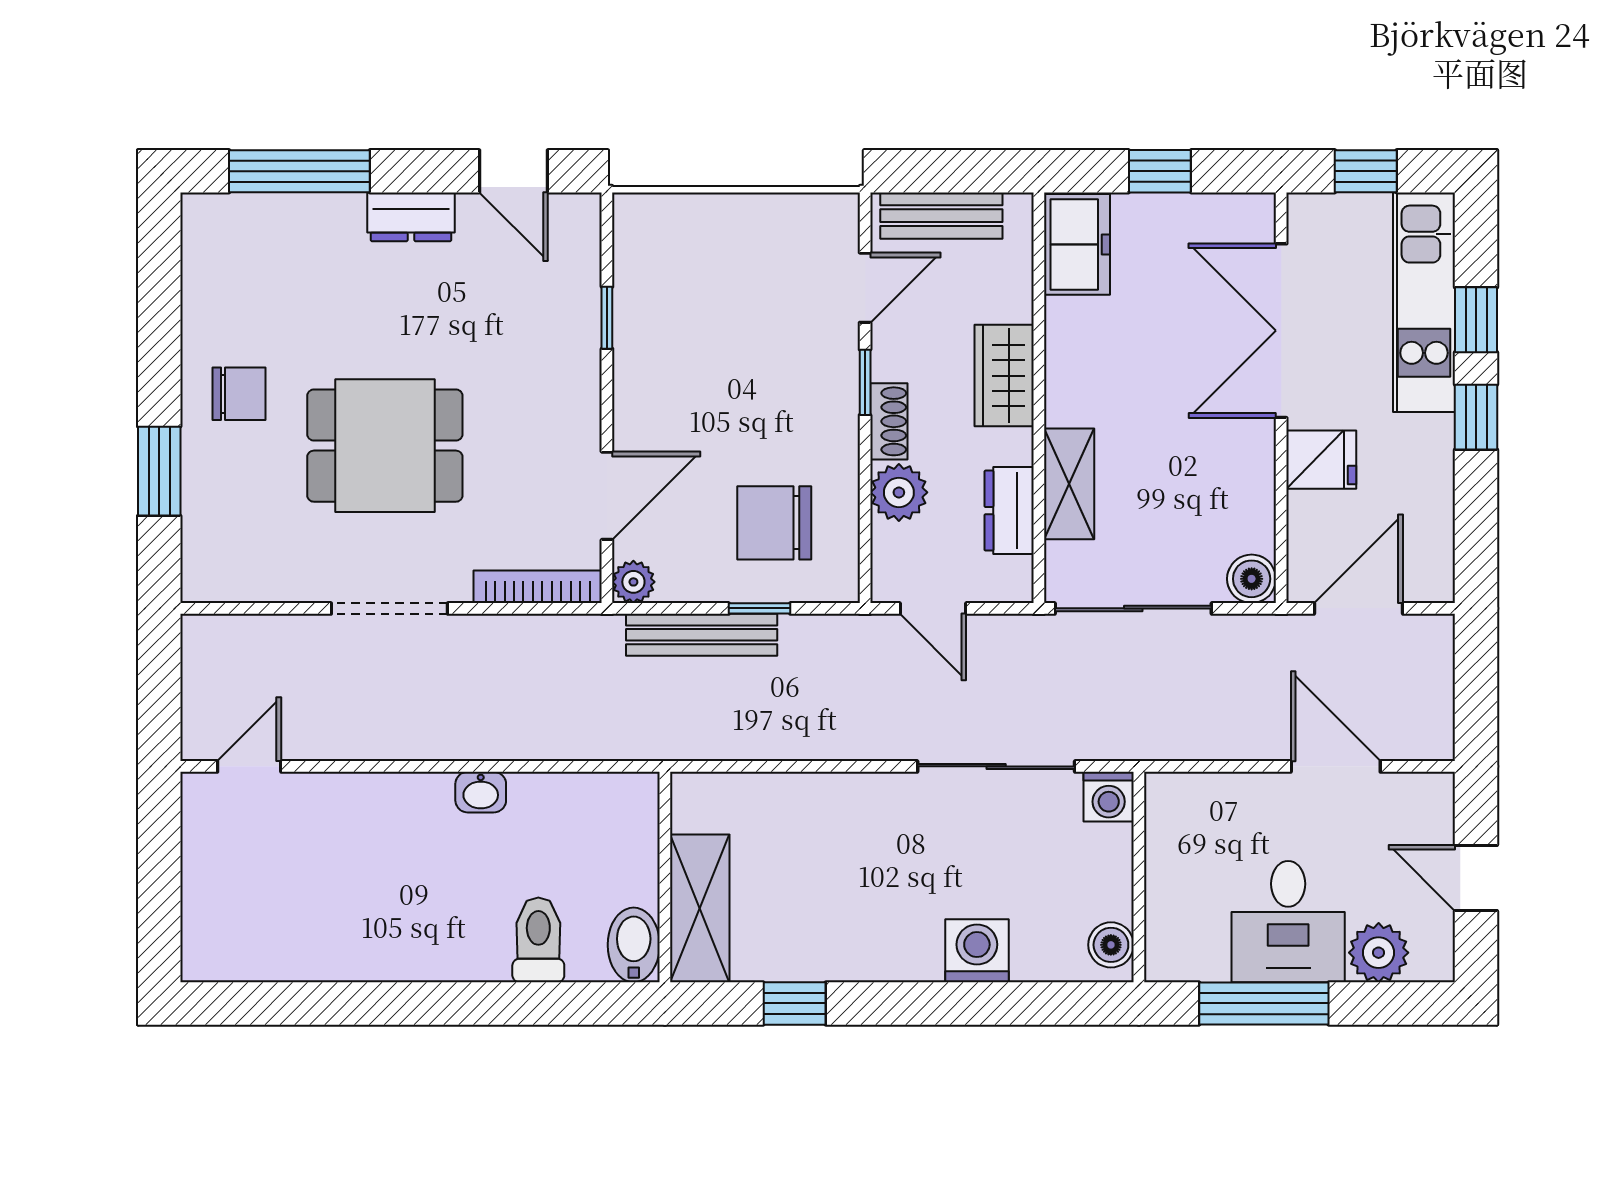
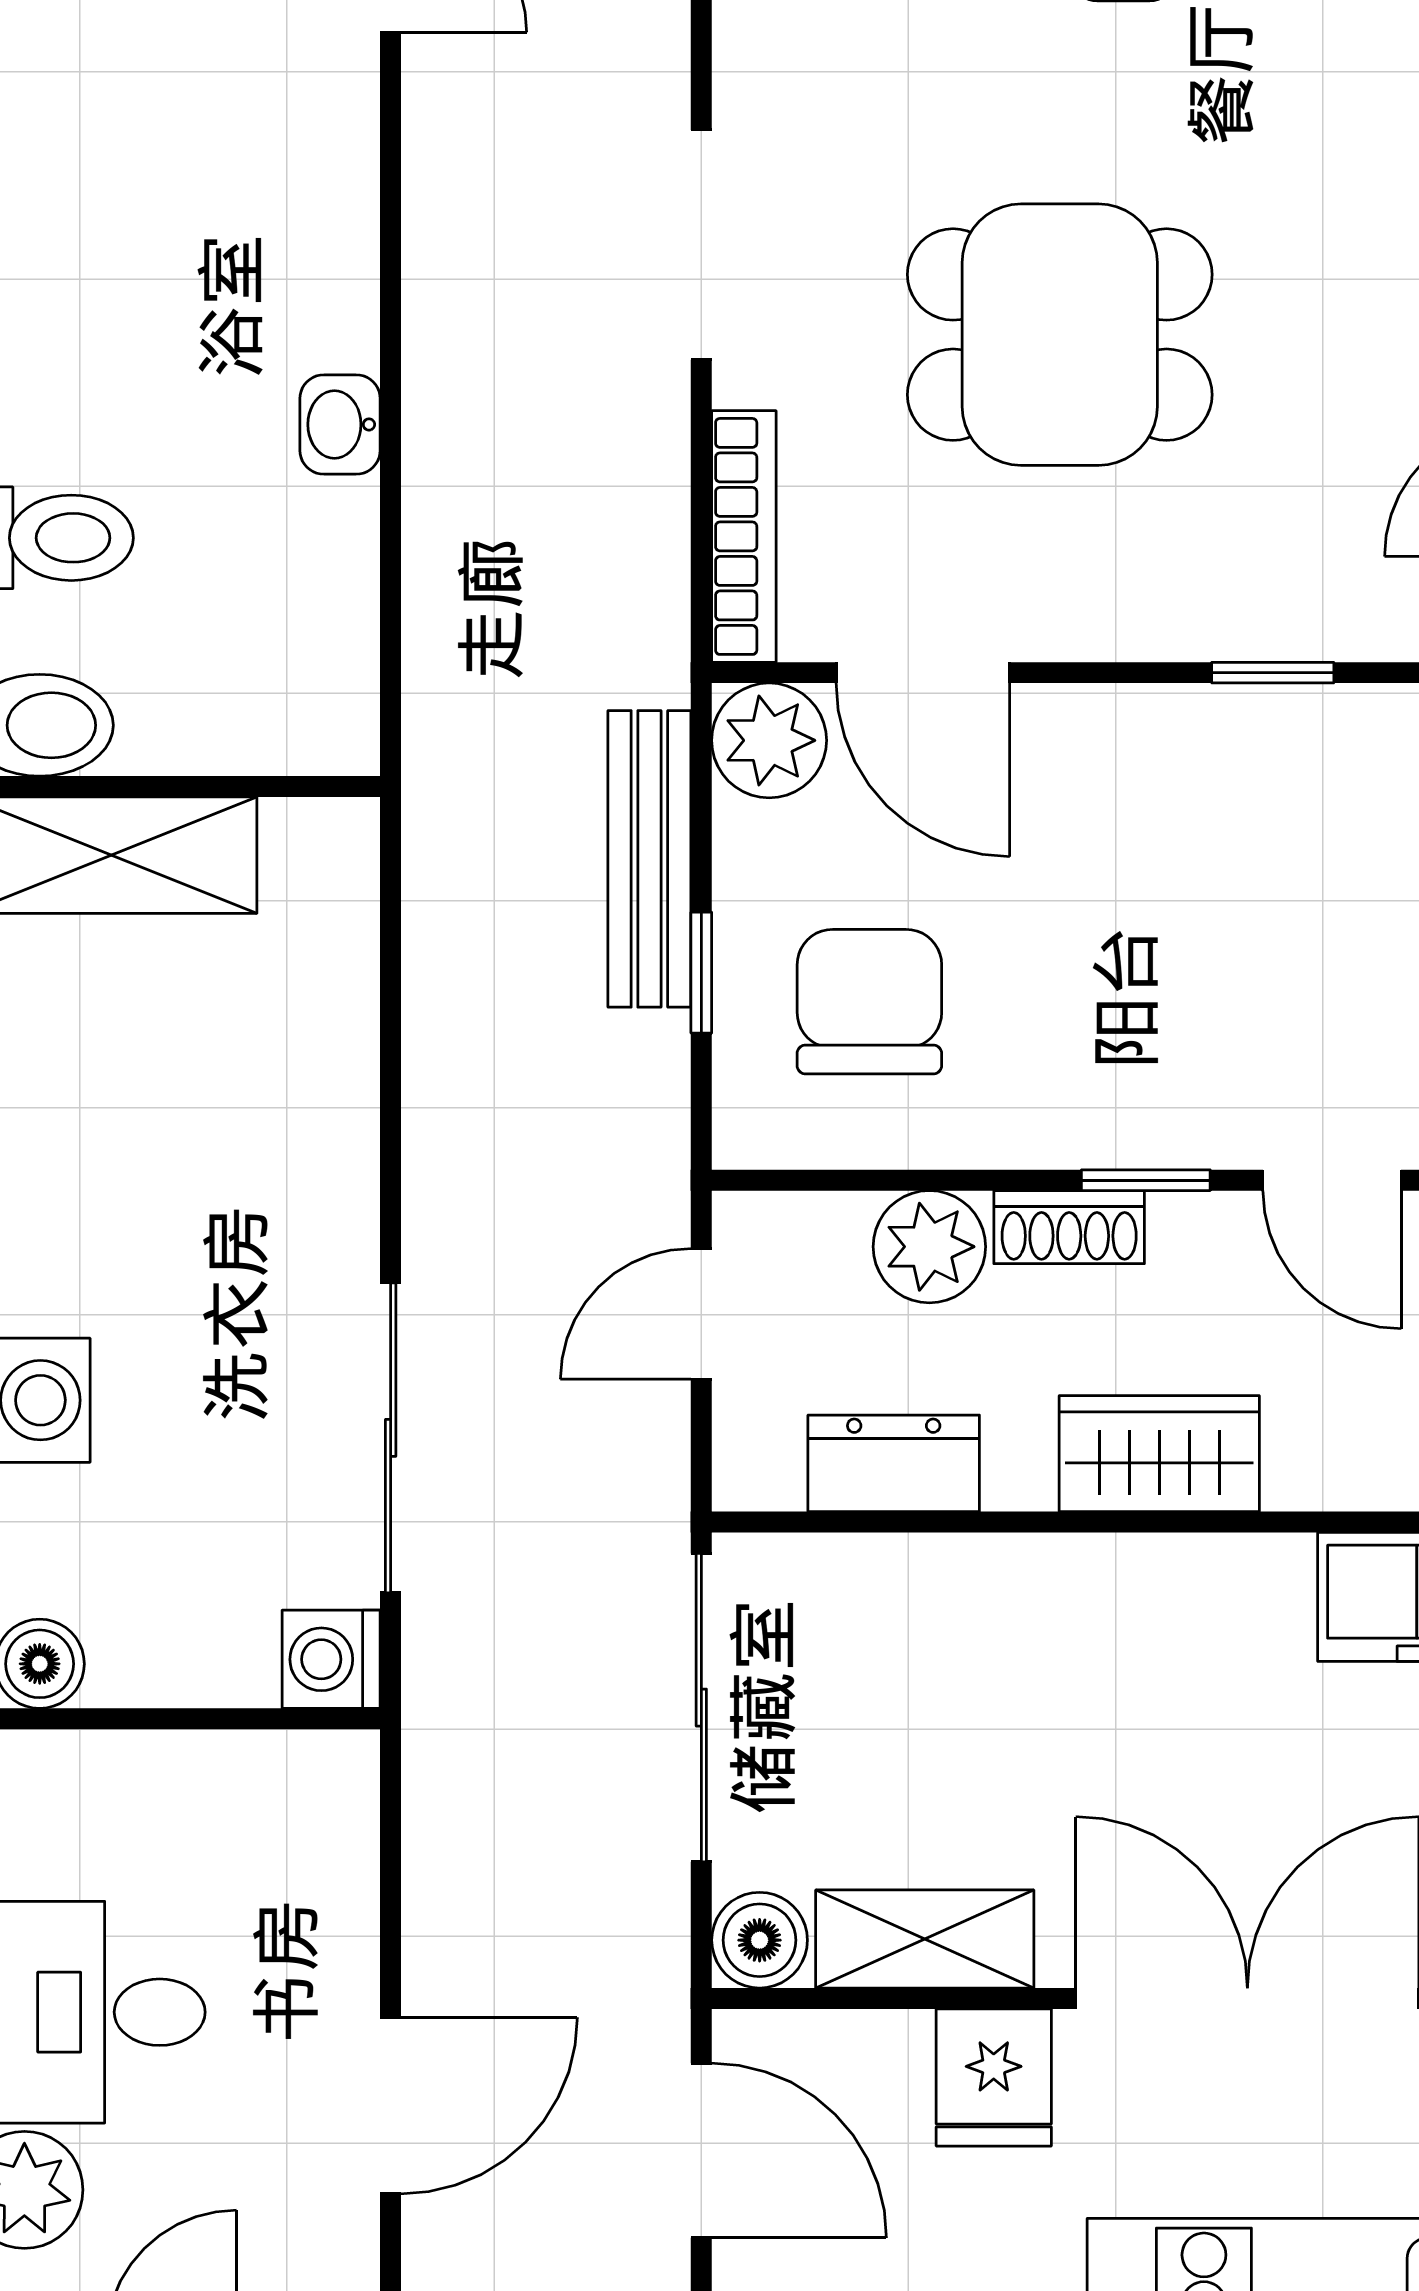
dining table: (385, 446) -> (1060, 335), moved, turned 90
shelving: (1069, 484) -> (925, 1939), moved
plant: (633, 582) -> (769, 740), width x1.38, depth x1.38

